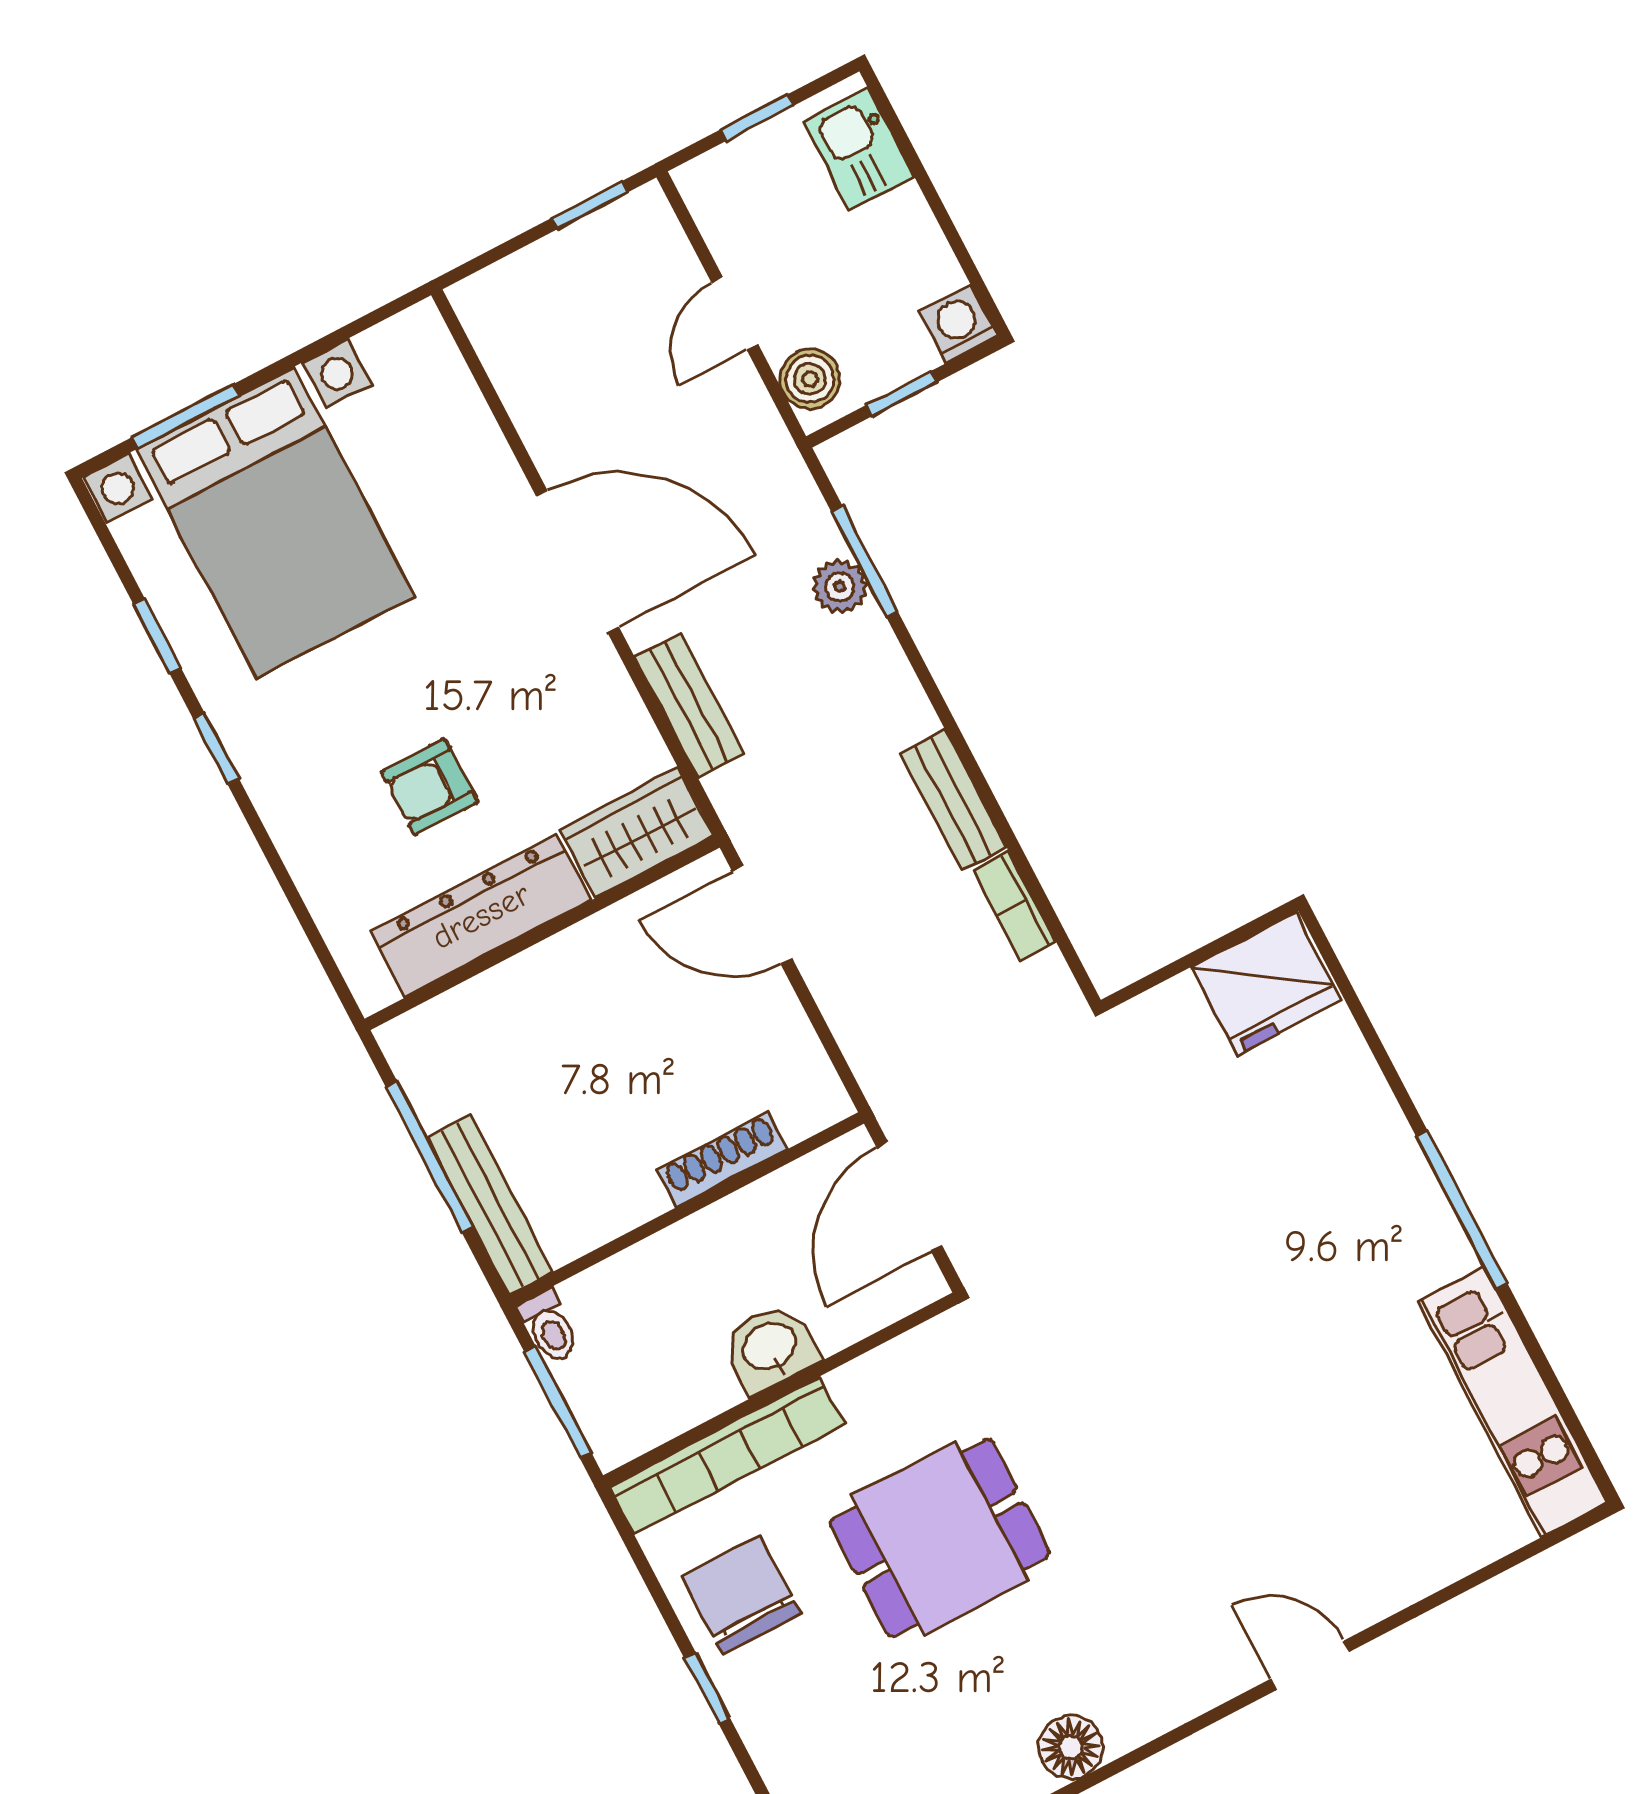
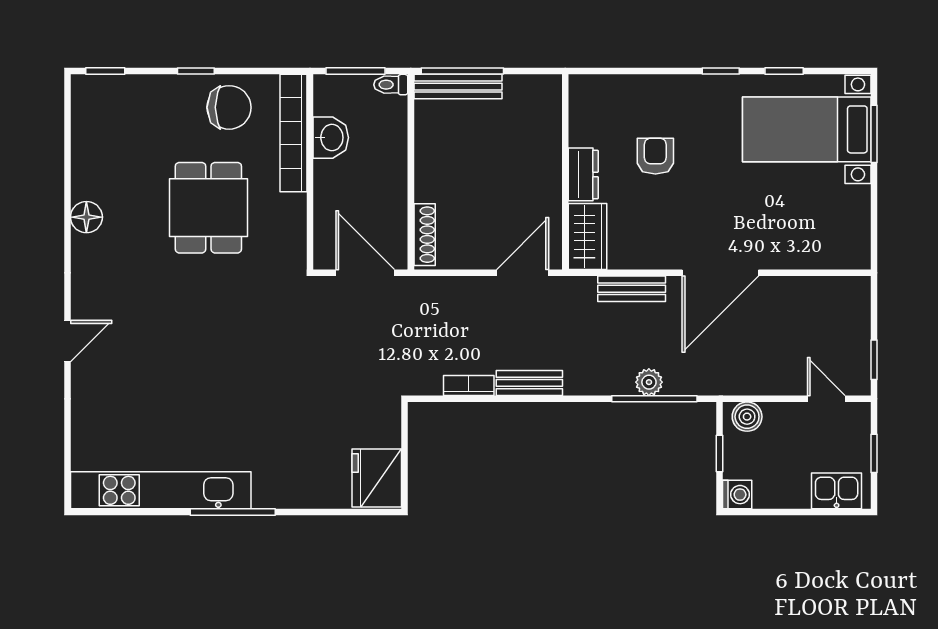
door: (735, 313) -> (826, 399), moved
bed with nightstands: (275, 523) -> (807, 129), width x0.73
window: (864, 562) -> (654, 399), width x1.44
dresser: (481, 916) -> (583, 174), width x0.51, depth x0.80
window: (430, 1157) -> (462, 71), moved
shoe rack: (722, 1159) -> (425, 235), moved
washbasin: (770, 1348) -> (331, 138), moved
kitchen unit: (1513, 1402) -> (161, 490), width x1.36

